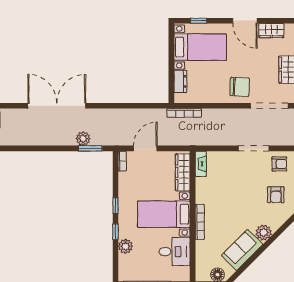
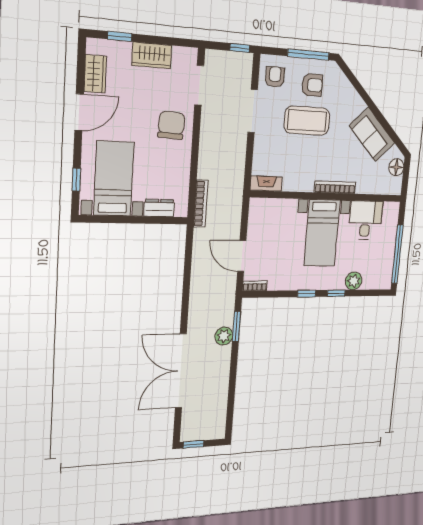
doorway: (269, 106) -> (199, 85), width x0.73
wardrobe: (183, 172) -> (275, 208), removed
coffee table: (249, 193) -> (307, 121), added
plant: (264, 232) -> (355, 105), removed

